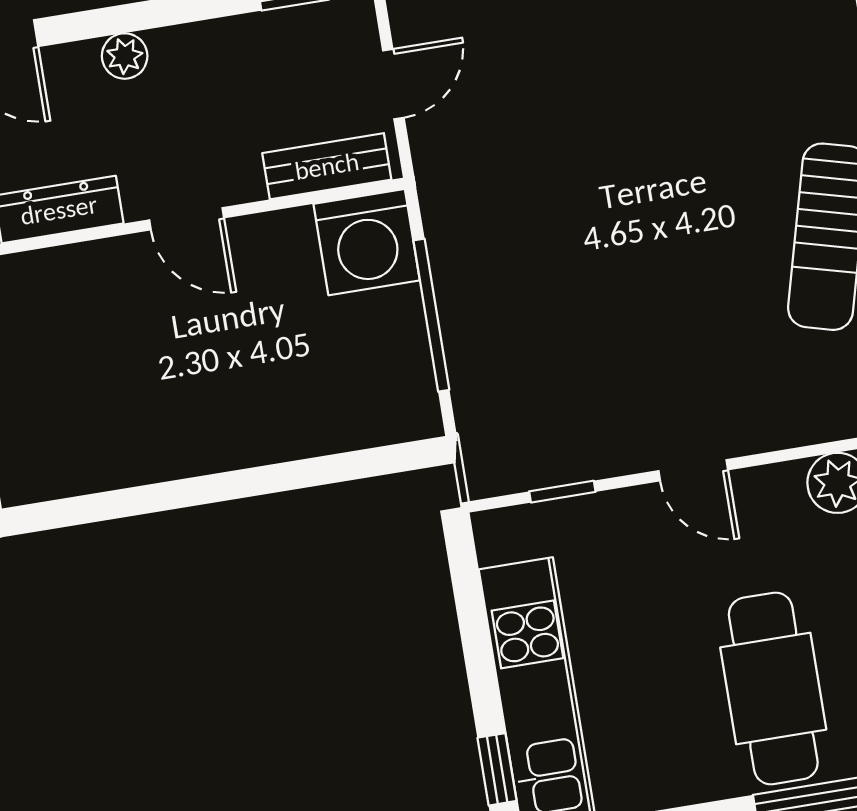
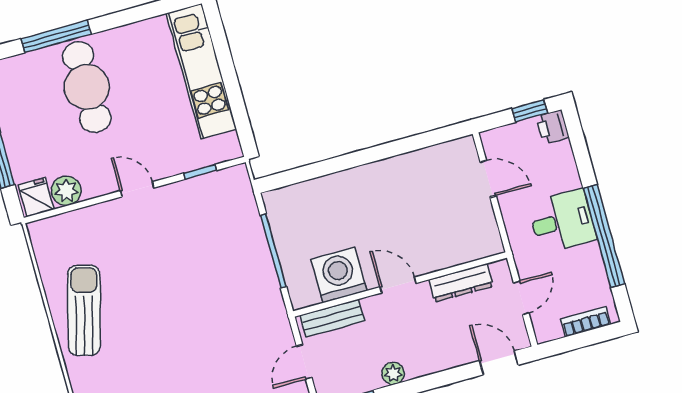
plant: (125, 56) -> (393, 373), moved
washing machine: (367, 242) -> (339, 275), moved
window: (497, 769) -> (217, 33), removed

